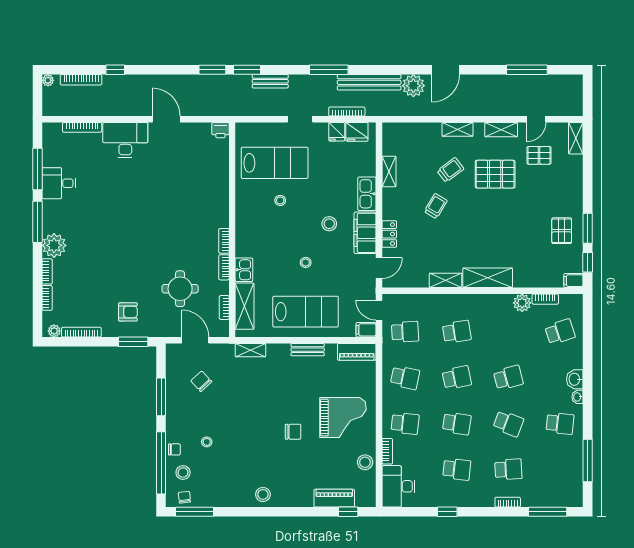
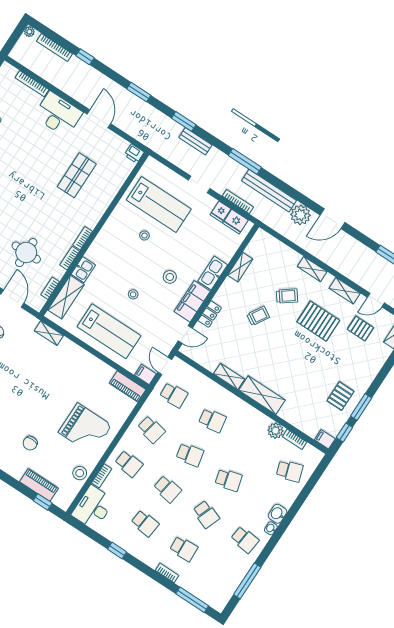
window: (212, 70) -> (139, 92), moved
shop shelf: (180, 186) -> (77, 175), added
bench: (308, 350) -> (92, 361), removed
chair: (293, 432) -> (30, 443), moved, turned 90

